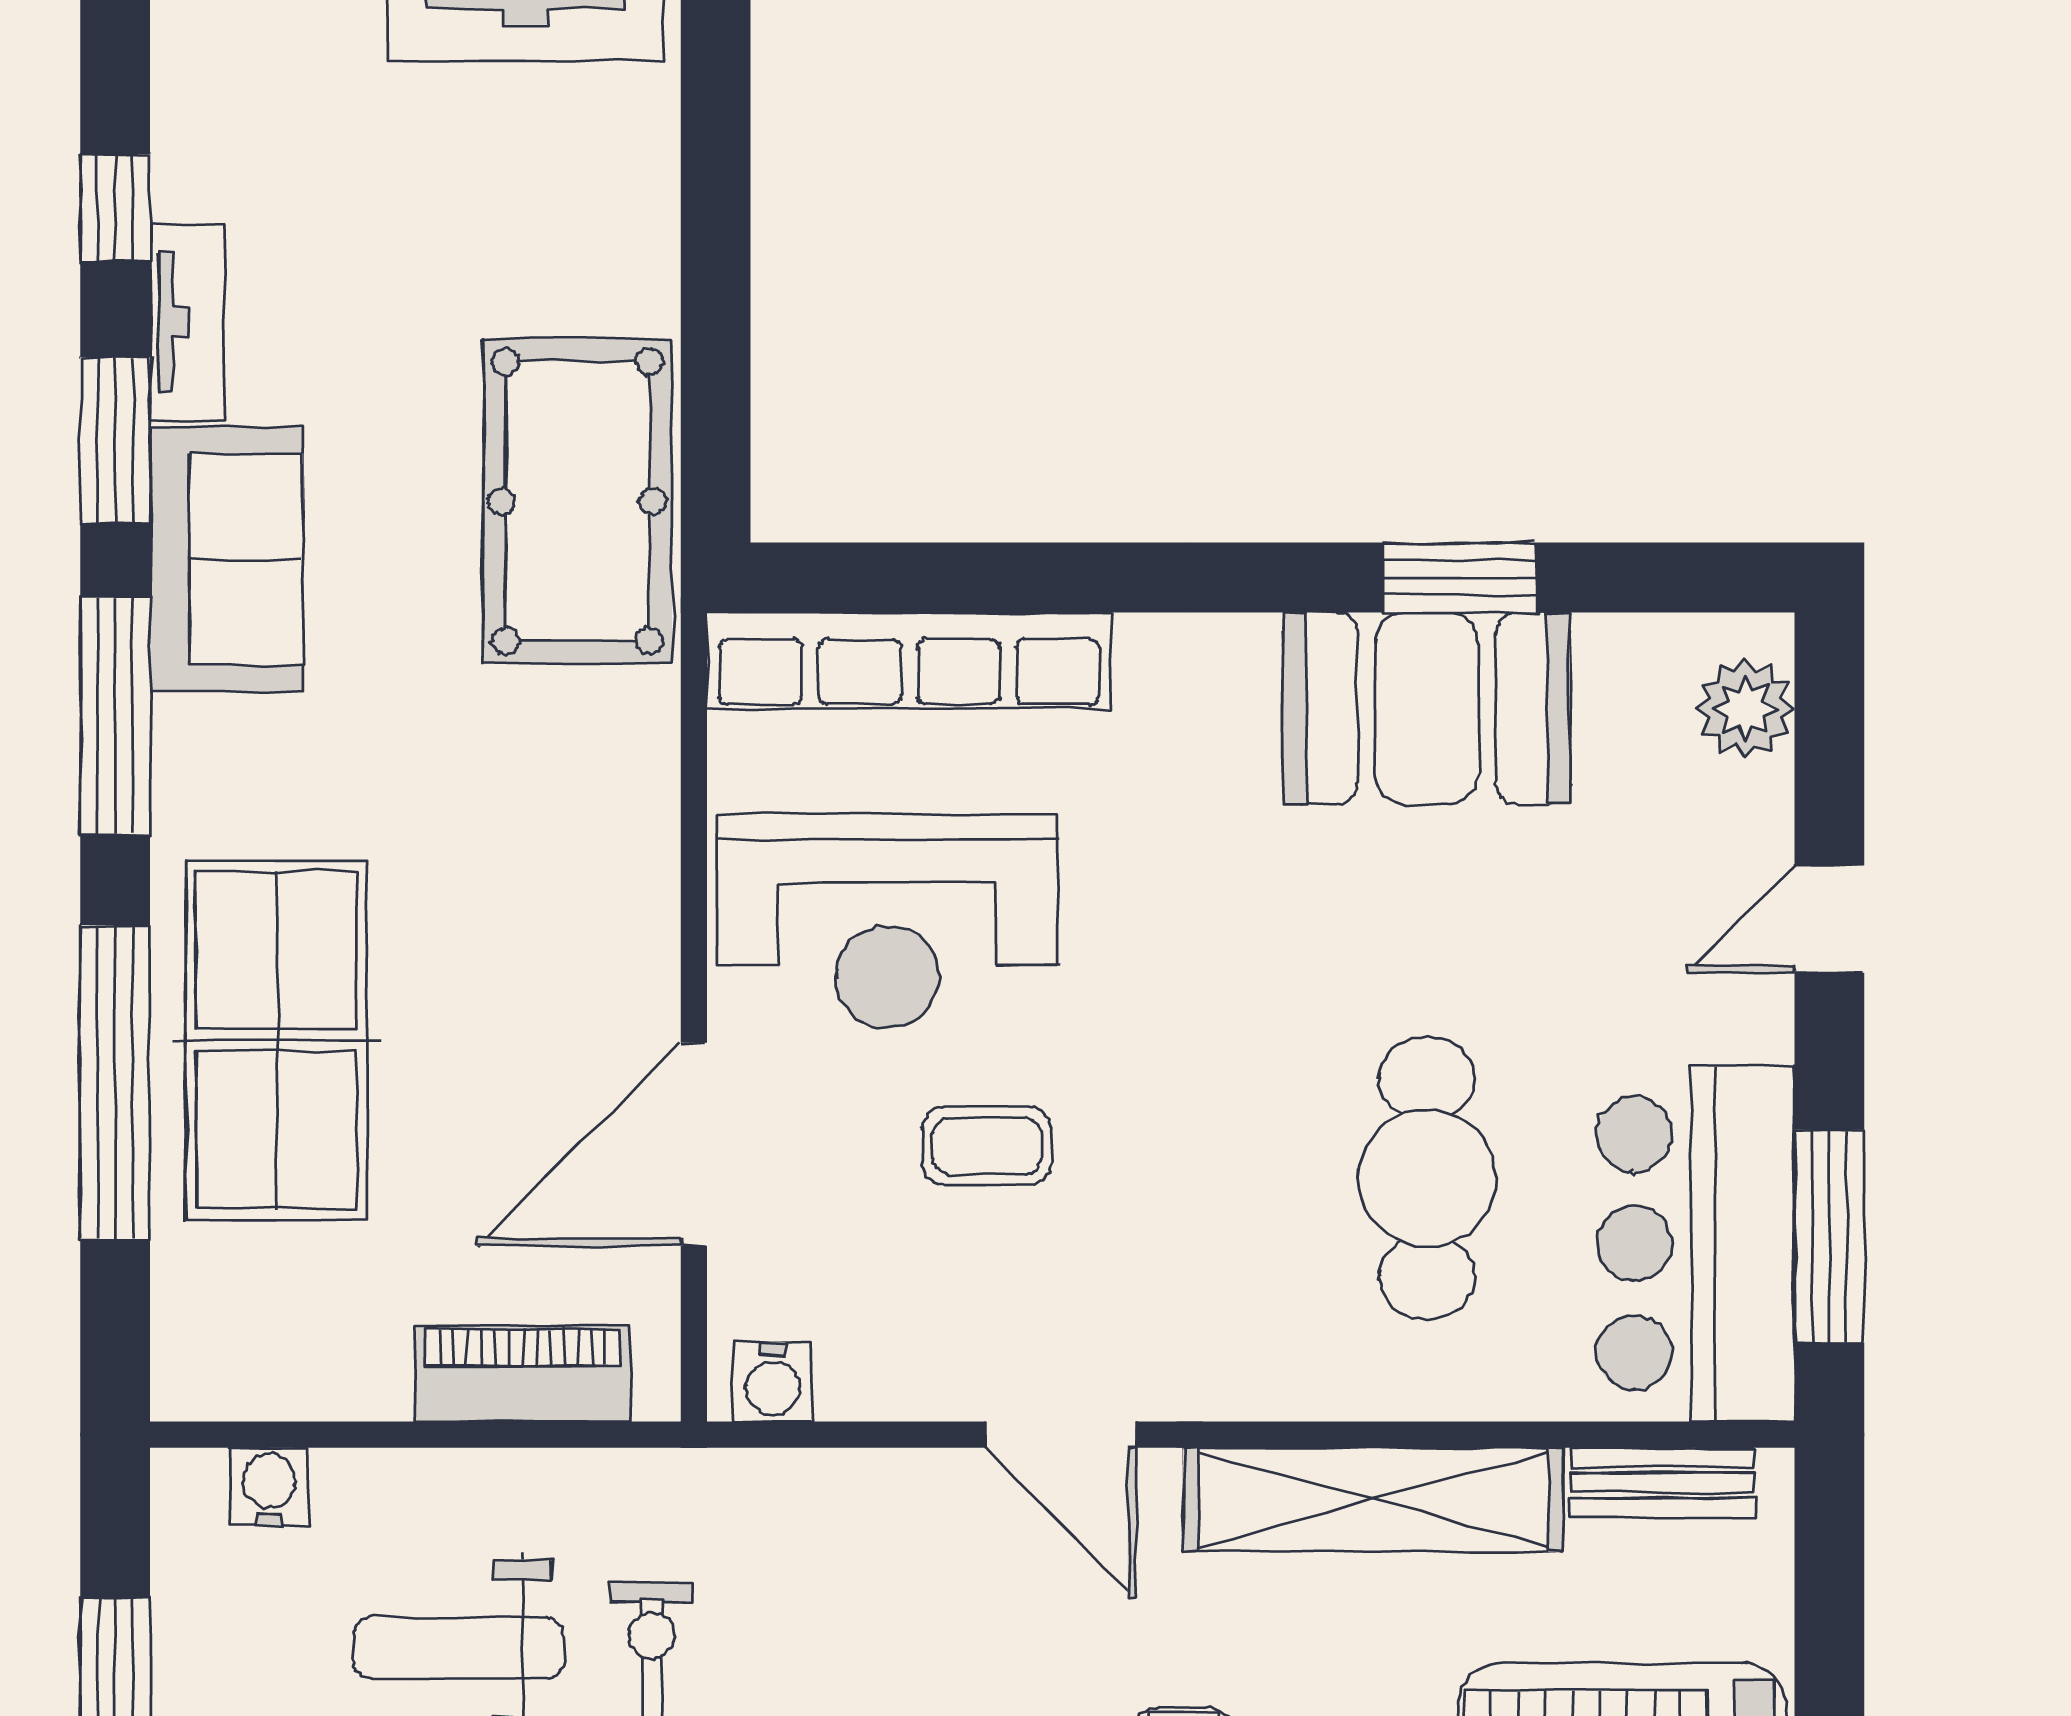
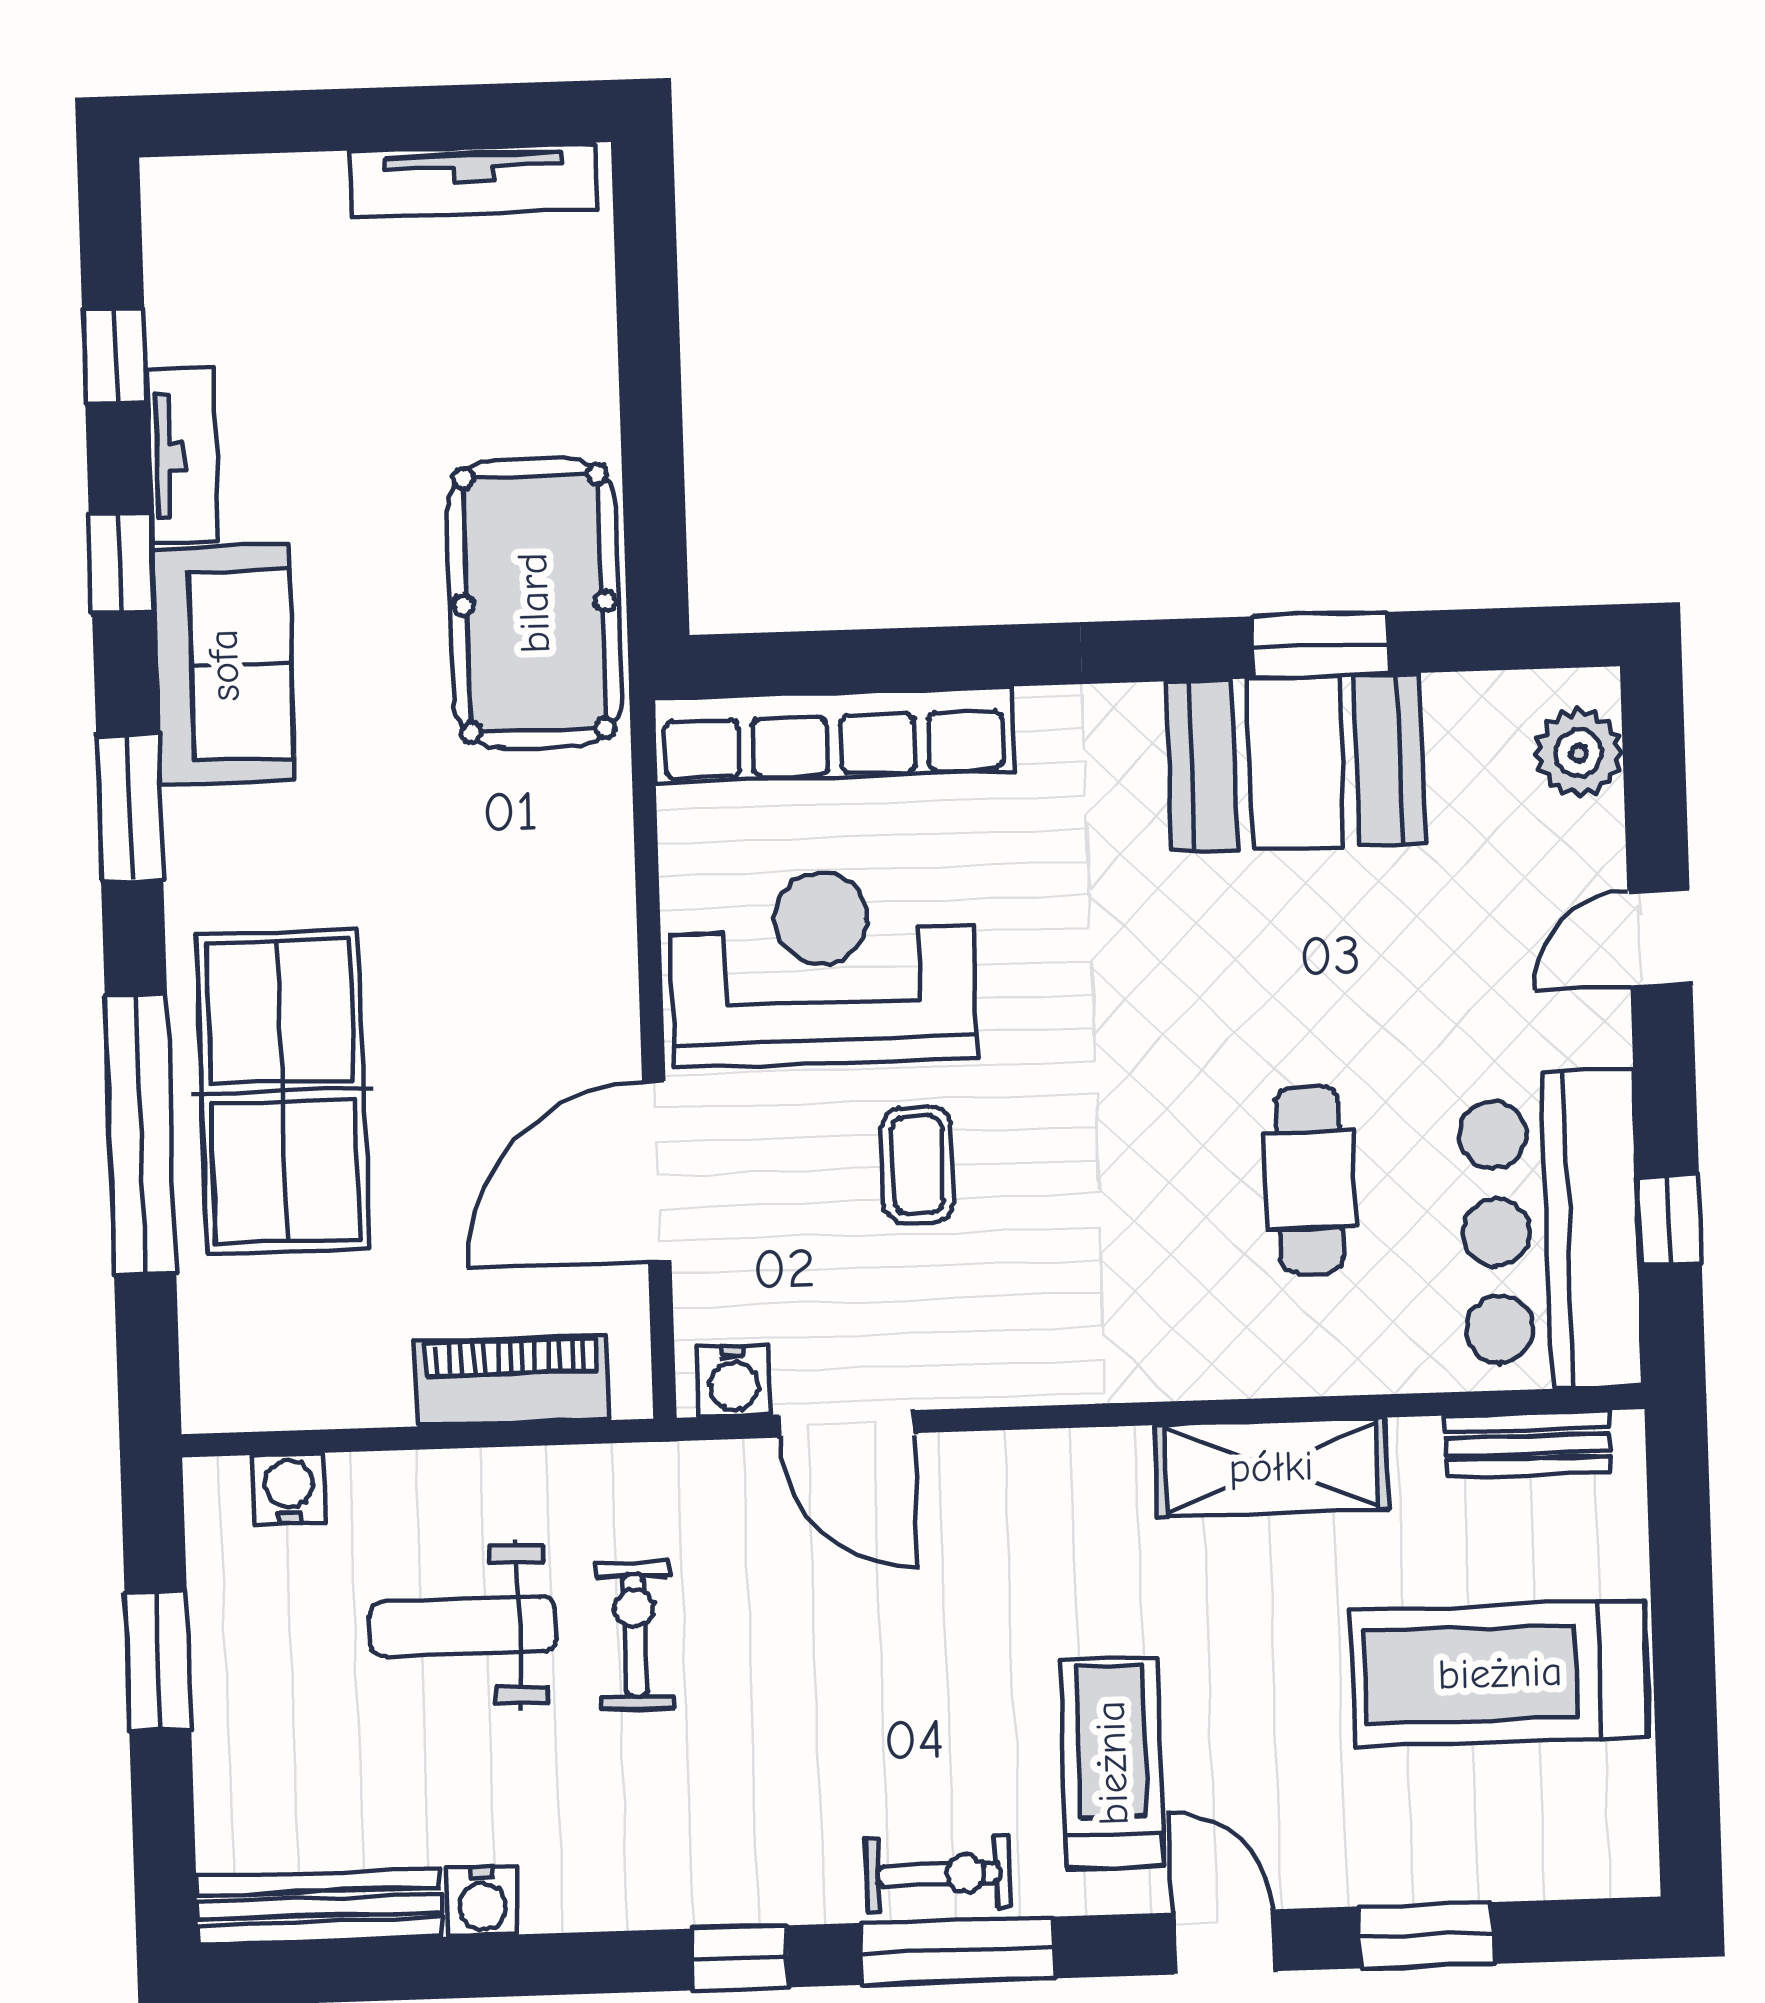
window: (115, 441) -> (122, 563), width x0.67
window: (115, 716) -> (130, 808), width x0.69
reception desk: (887, 921) -> (822, 968), turned 180
coffee table: (987, 1146) -> (917, 1165), turned 90
cafe table: (1427, 1178) -> (1310, 1180), width x0.73, depth x0.74
window: (1829, 1236) -> (1669, 1220), width x0.46
door: (1061, 1435) -> (846, 1424), moved
shelving: (1373, 1499) -> (1271, 1467), width x0.68

